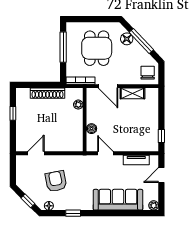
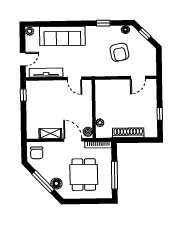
boiler: (92, 129) -> (88, 132), moved
tv unit: (136, 160) -> (46, 73), width x1.41

